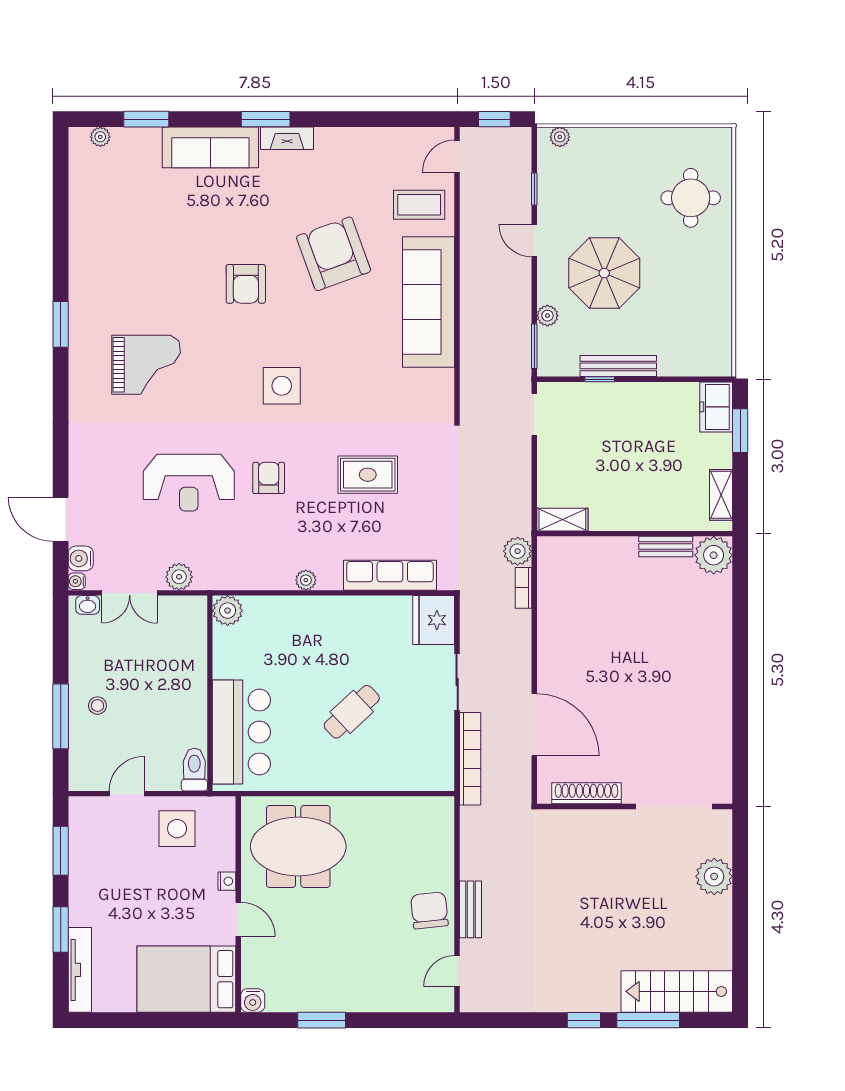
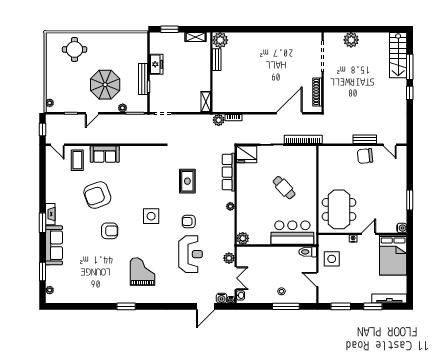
sofa: (428, 302) -> (105, 154), width x0.54, depth x0.79
freezer: (716, 407) -> (156, 64), moved, turned -90

